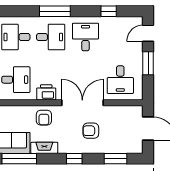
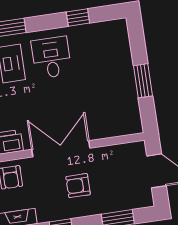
door: (148, 33) -> (137, 39), removed
desk: (120, 80) -> (108, 109), removed

